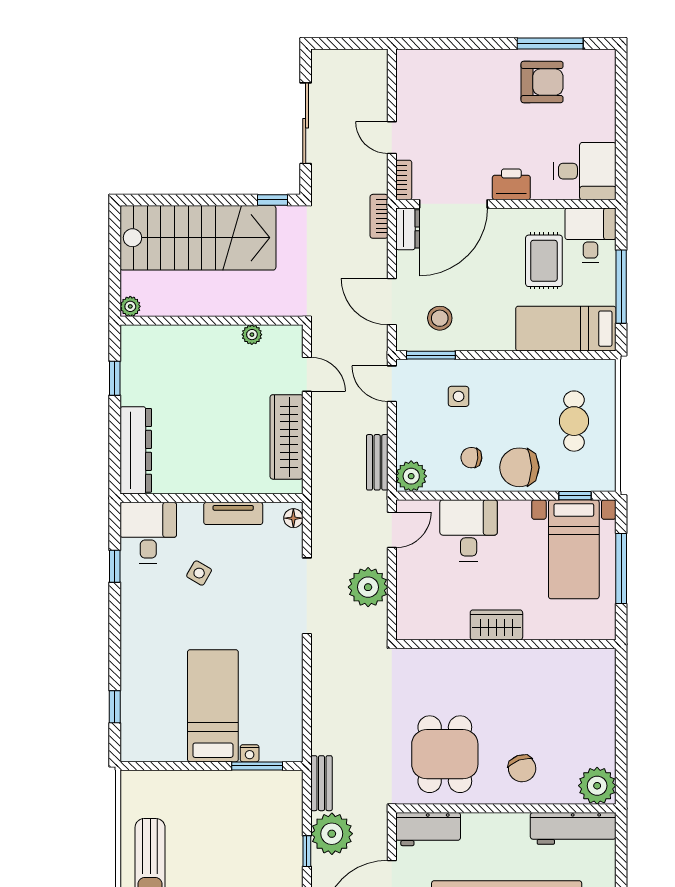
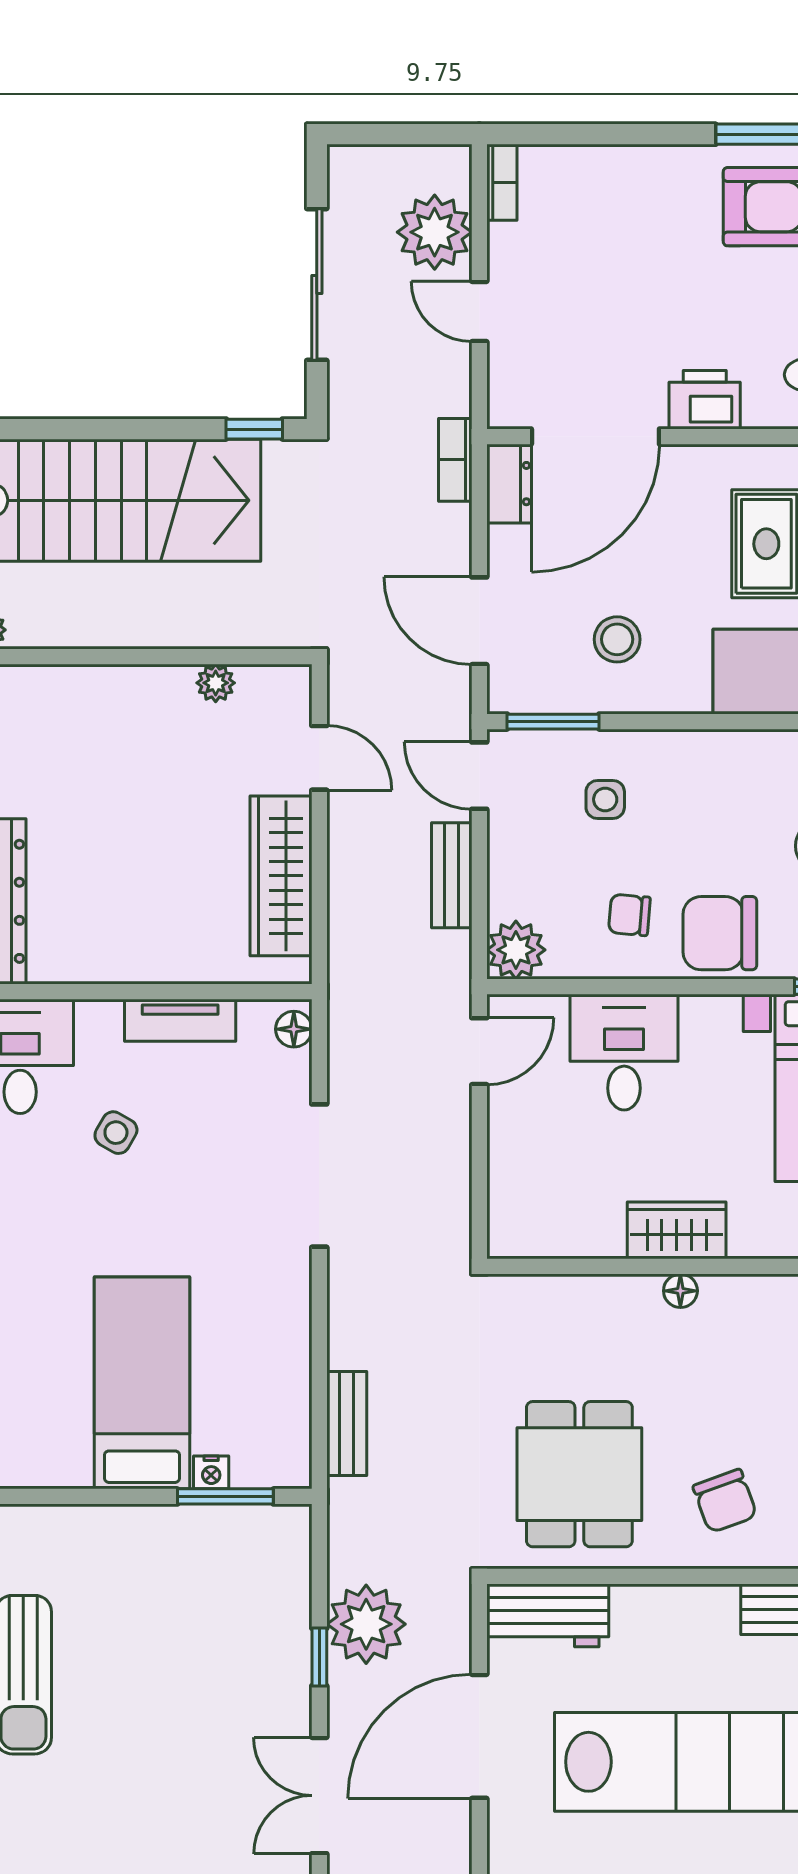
bookcase: (404, 180) -> (502, 183), moved
stool: (440, 318) -> (617, 639), moved
bench: (377, 462) -> (452, 875), moved
plant: (368, 587) -> (435, 232), moved
floor lamp: (498, 657) -> (680, 1291), added
bench: (321, 783) -> (347, 1423), moved

